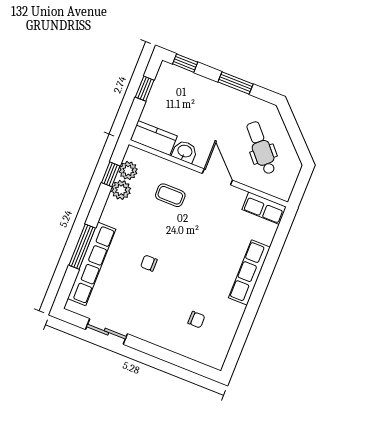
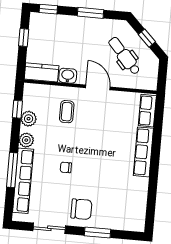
window: (295, 134) -> (147, 38), added
plant: (128, 170) -> (26, 140), moved
coffee table: (170, 195) -> (67, 112), turned 90
row of seats: (264, 208) -> (147, 111), moved, turned 90
chair: (196, 320) -> (81, 209), moved, width x1.87, depth x1.87
window: (164, 354) -> (97, 232), added

